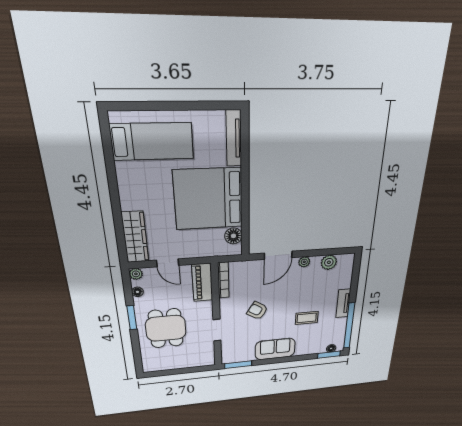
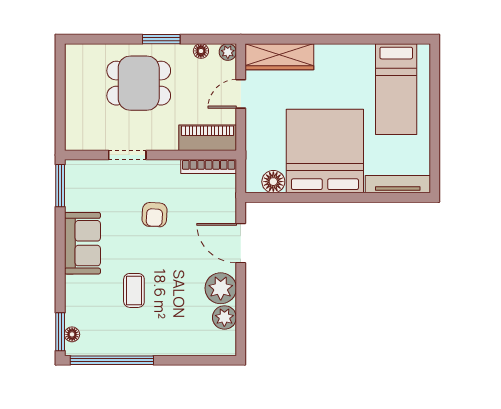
plant: (304, 262) -> (221, 288), width x1.87, depth x1.87
tv unit: (343, 303) -> (154, 346), removed
armchair: (257, 311) -> (154, 215), turned 151

